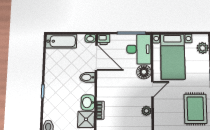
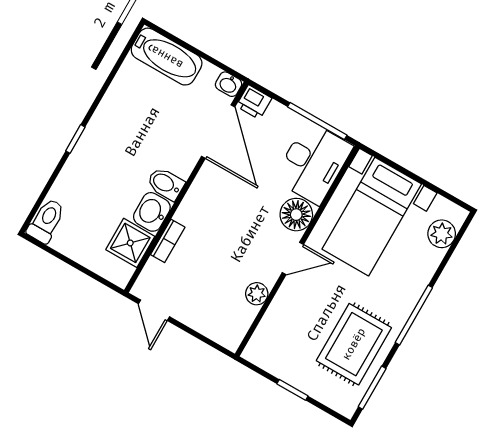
bidet: (87, 77) -> (166, 184), moved

